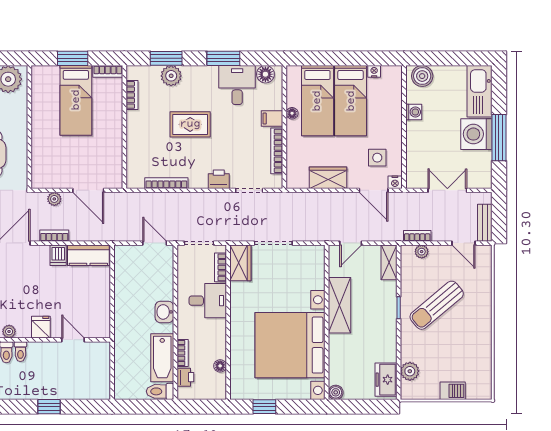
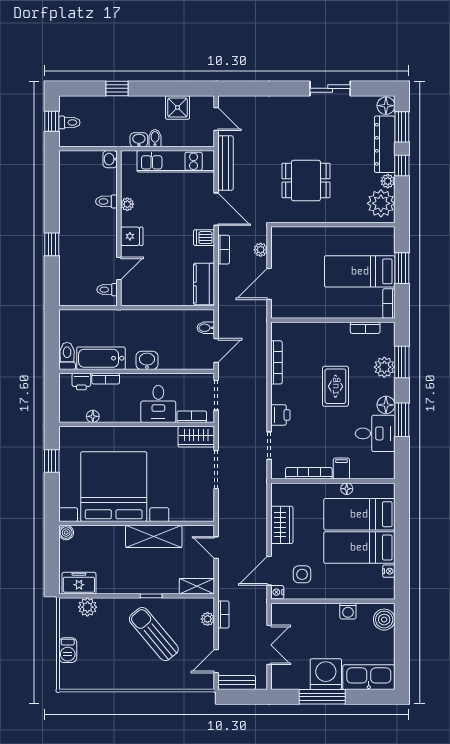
floor lamp: (265, 74) -> (386, 405), moved
bidet: (132, 254) -> (206, 328), added
dishwasher: (58, 255) -> (204, 238), moved
toilet: (20, 352) -> (107, 290), moved

